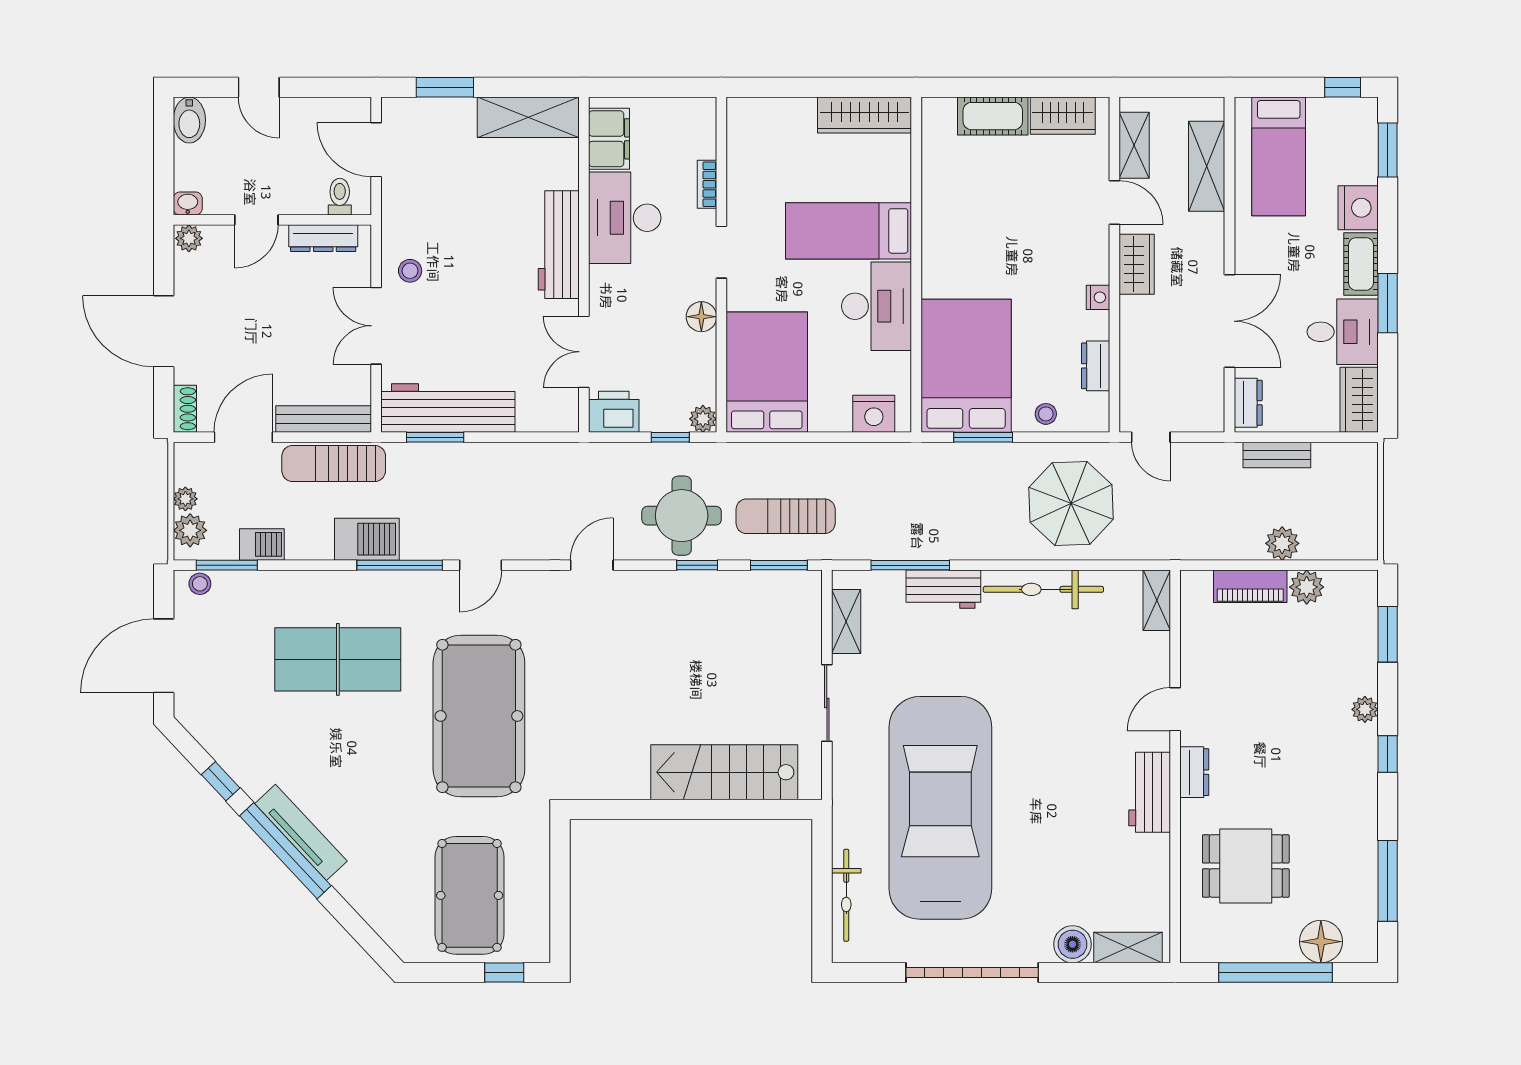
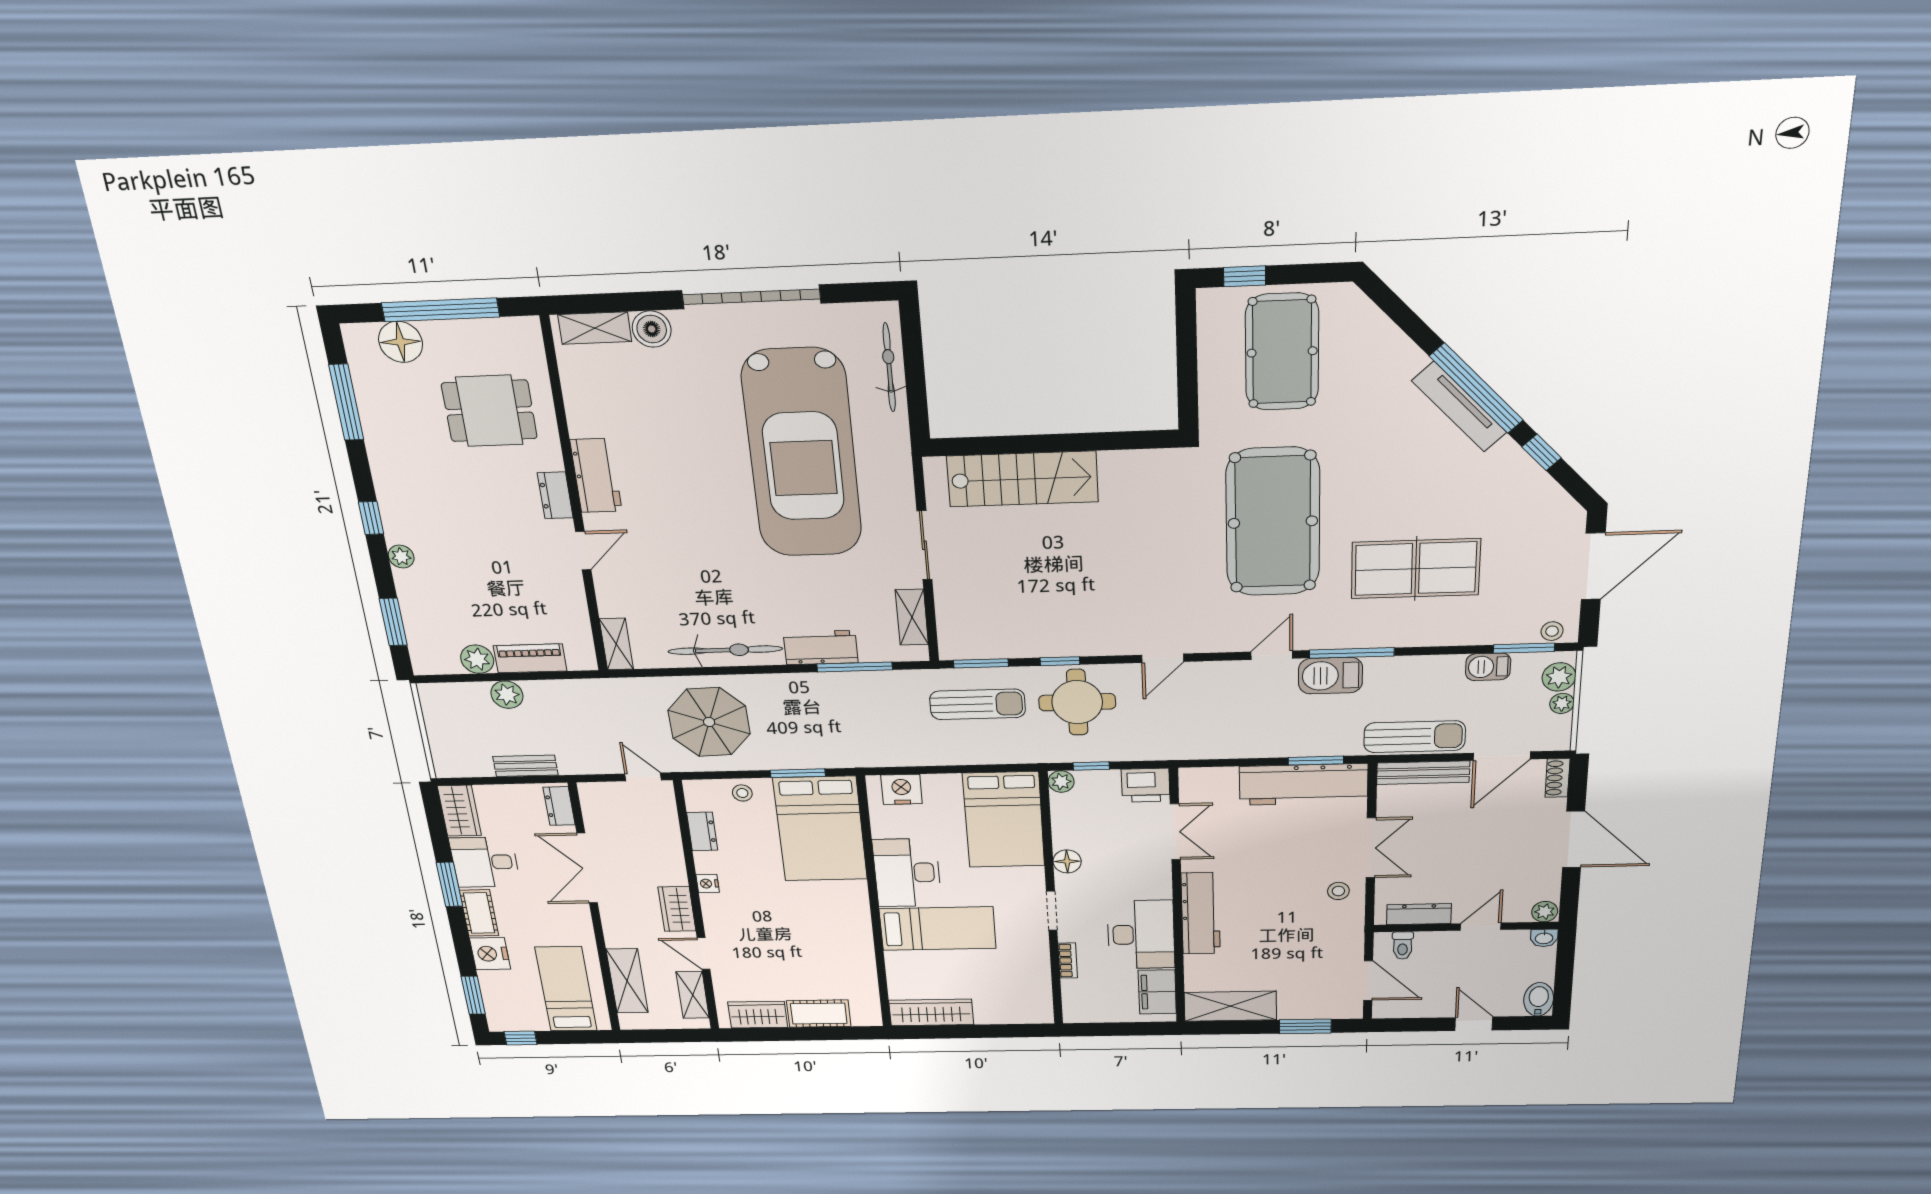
barbecue: (367, 539) -> (1330, 676), moved

